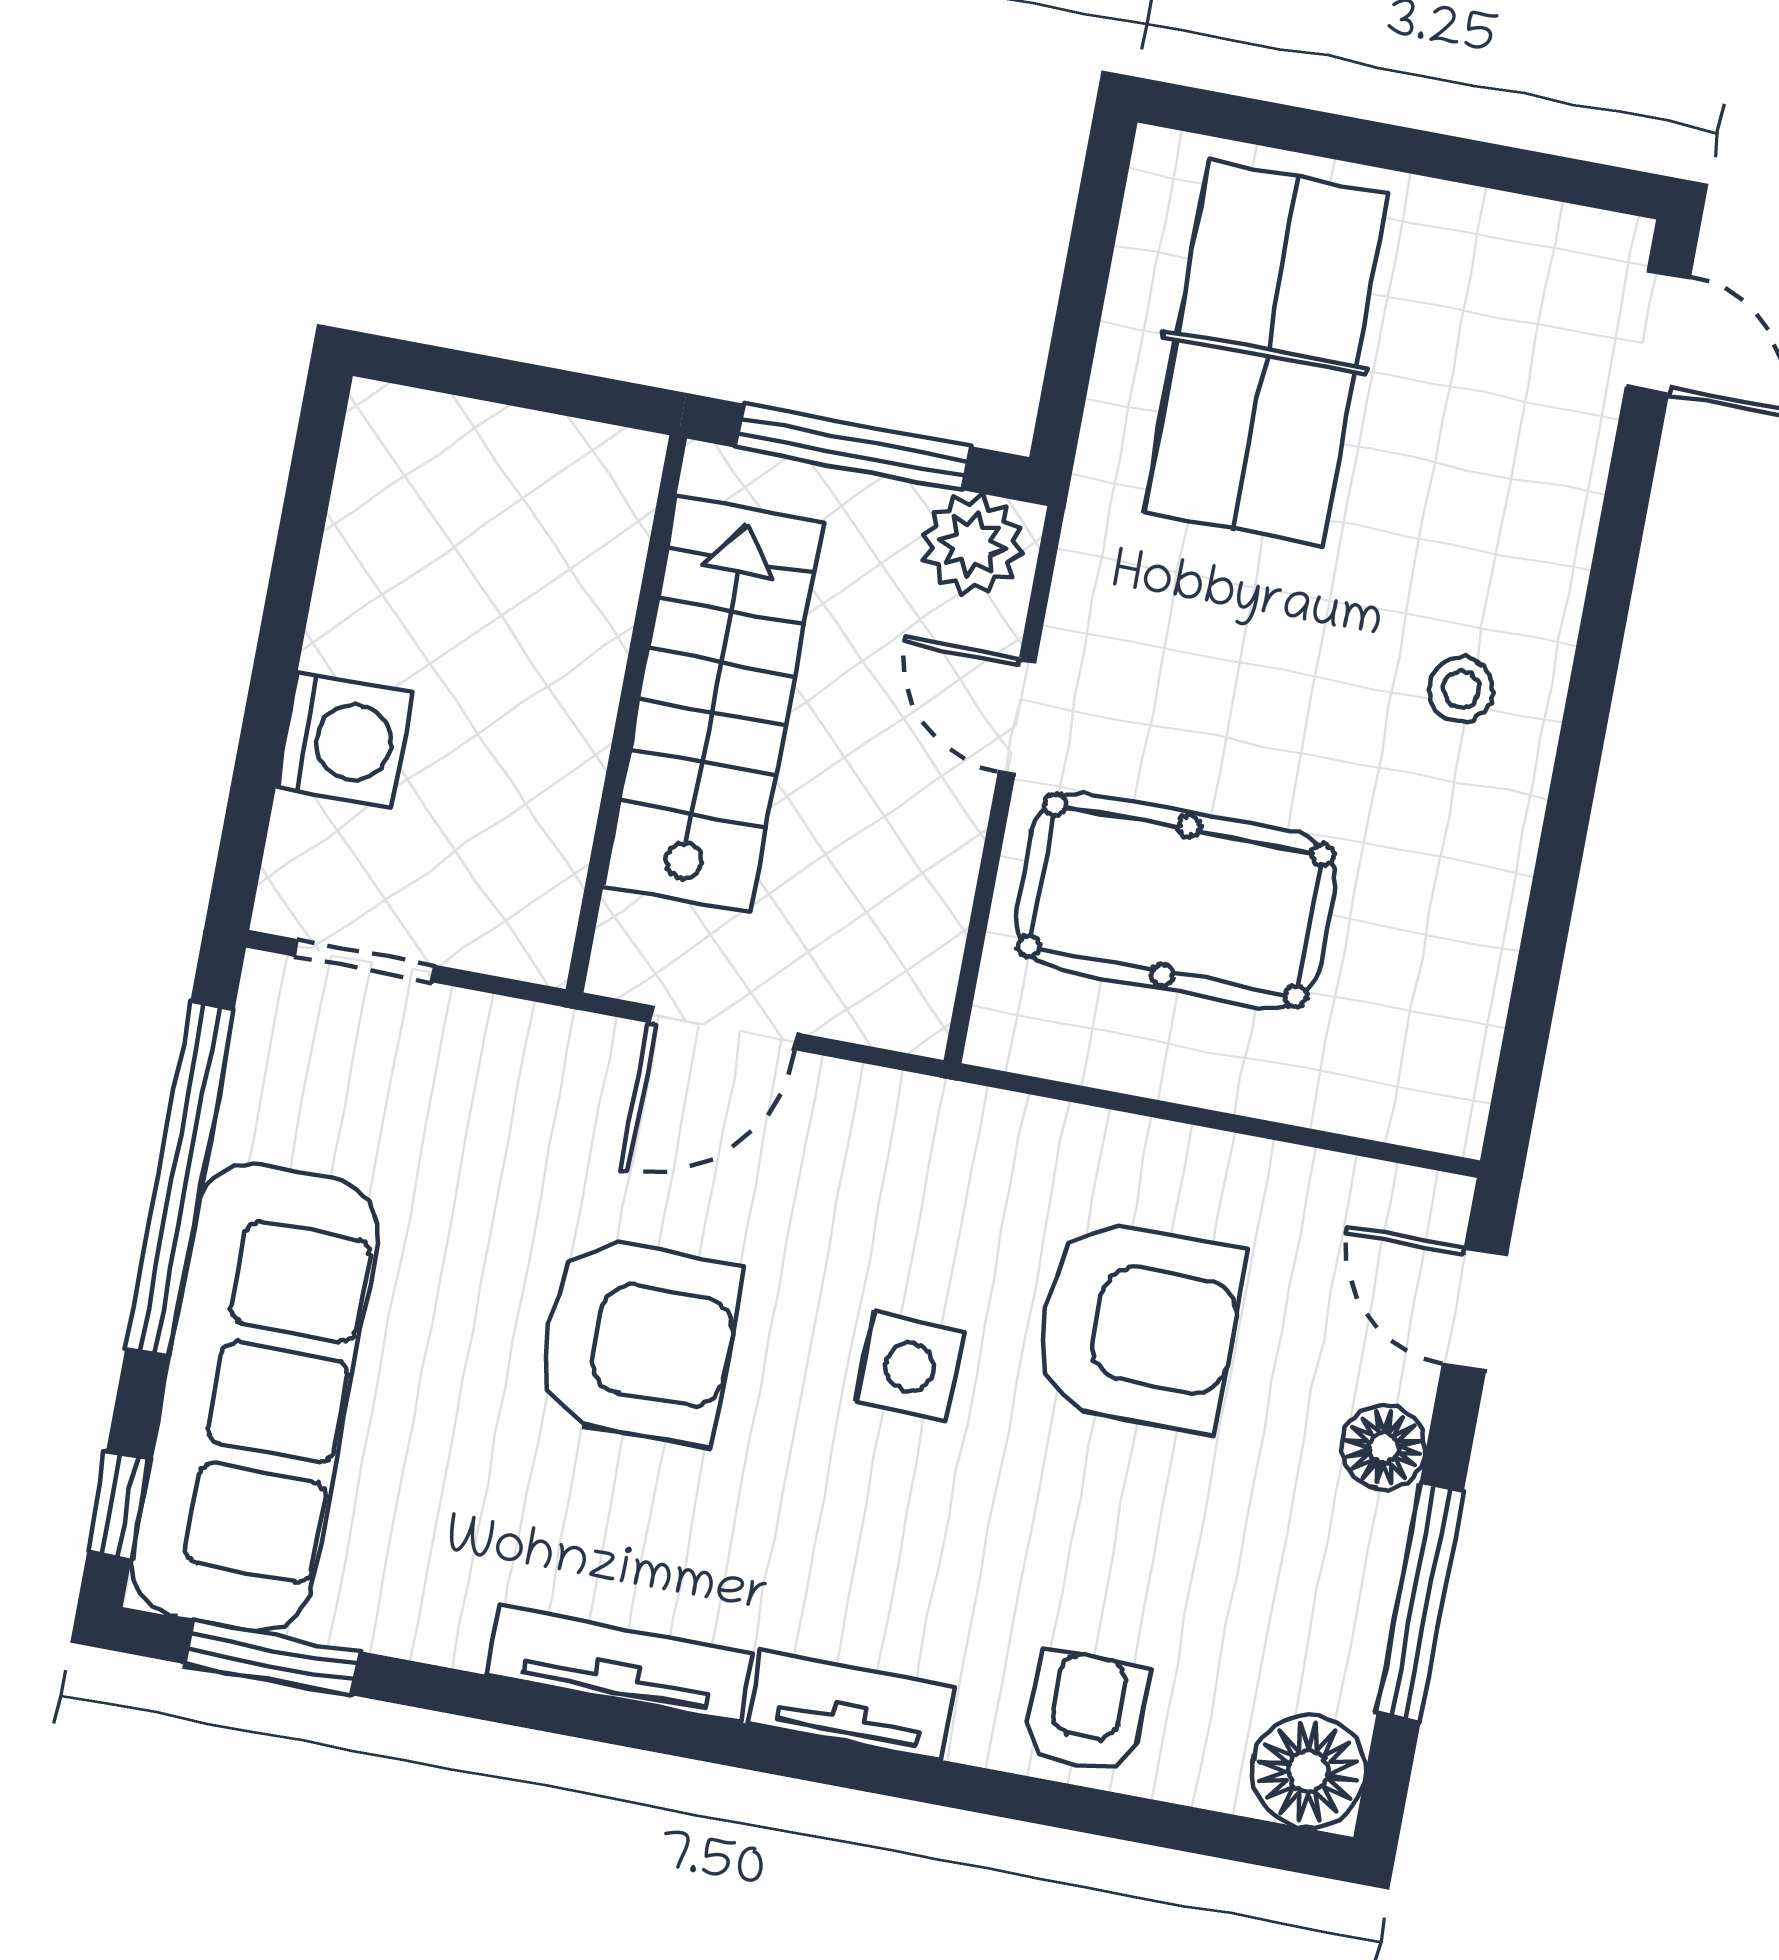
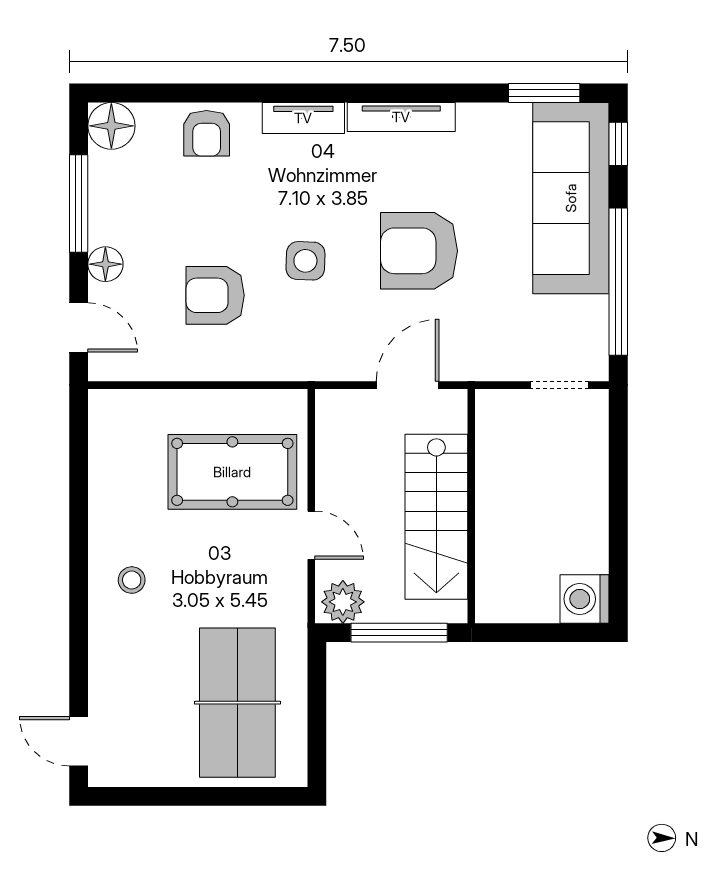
washing machine: (344, 740) -> (585, 599), moved
armchair: (1138, 1325) -> (215, 295), width x0.73, depth x0.73

